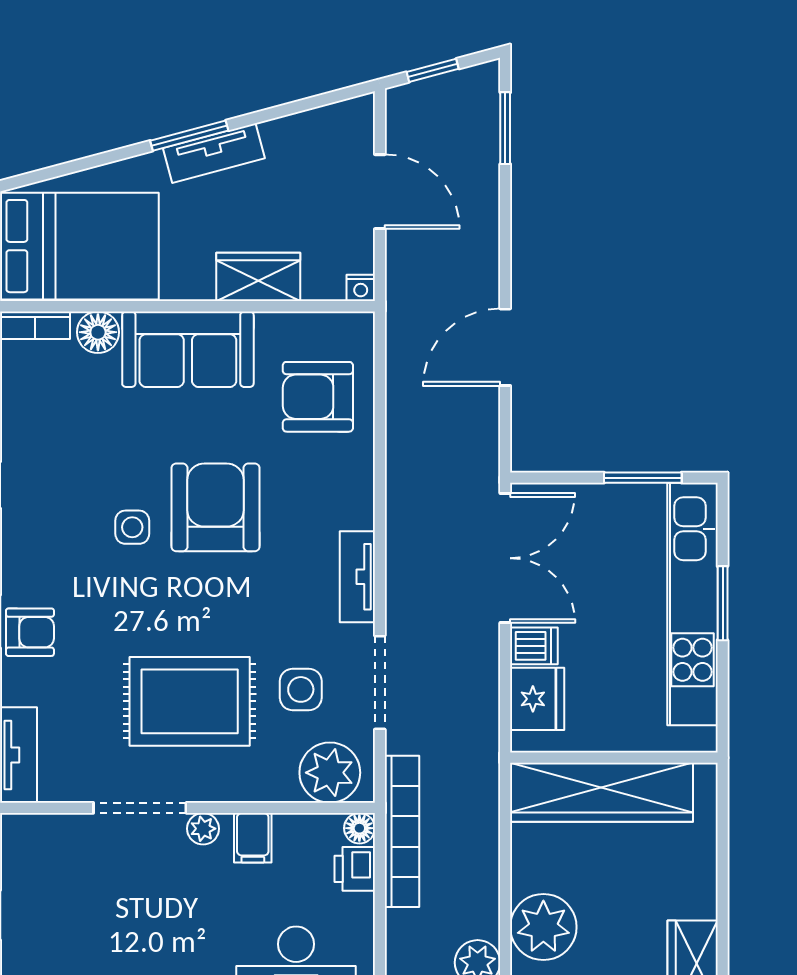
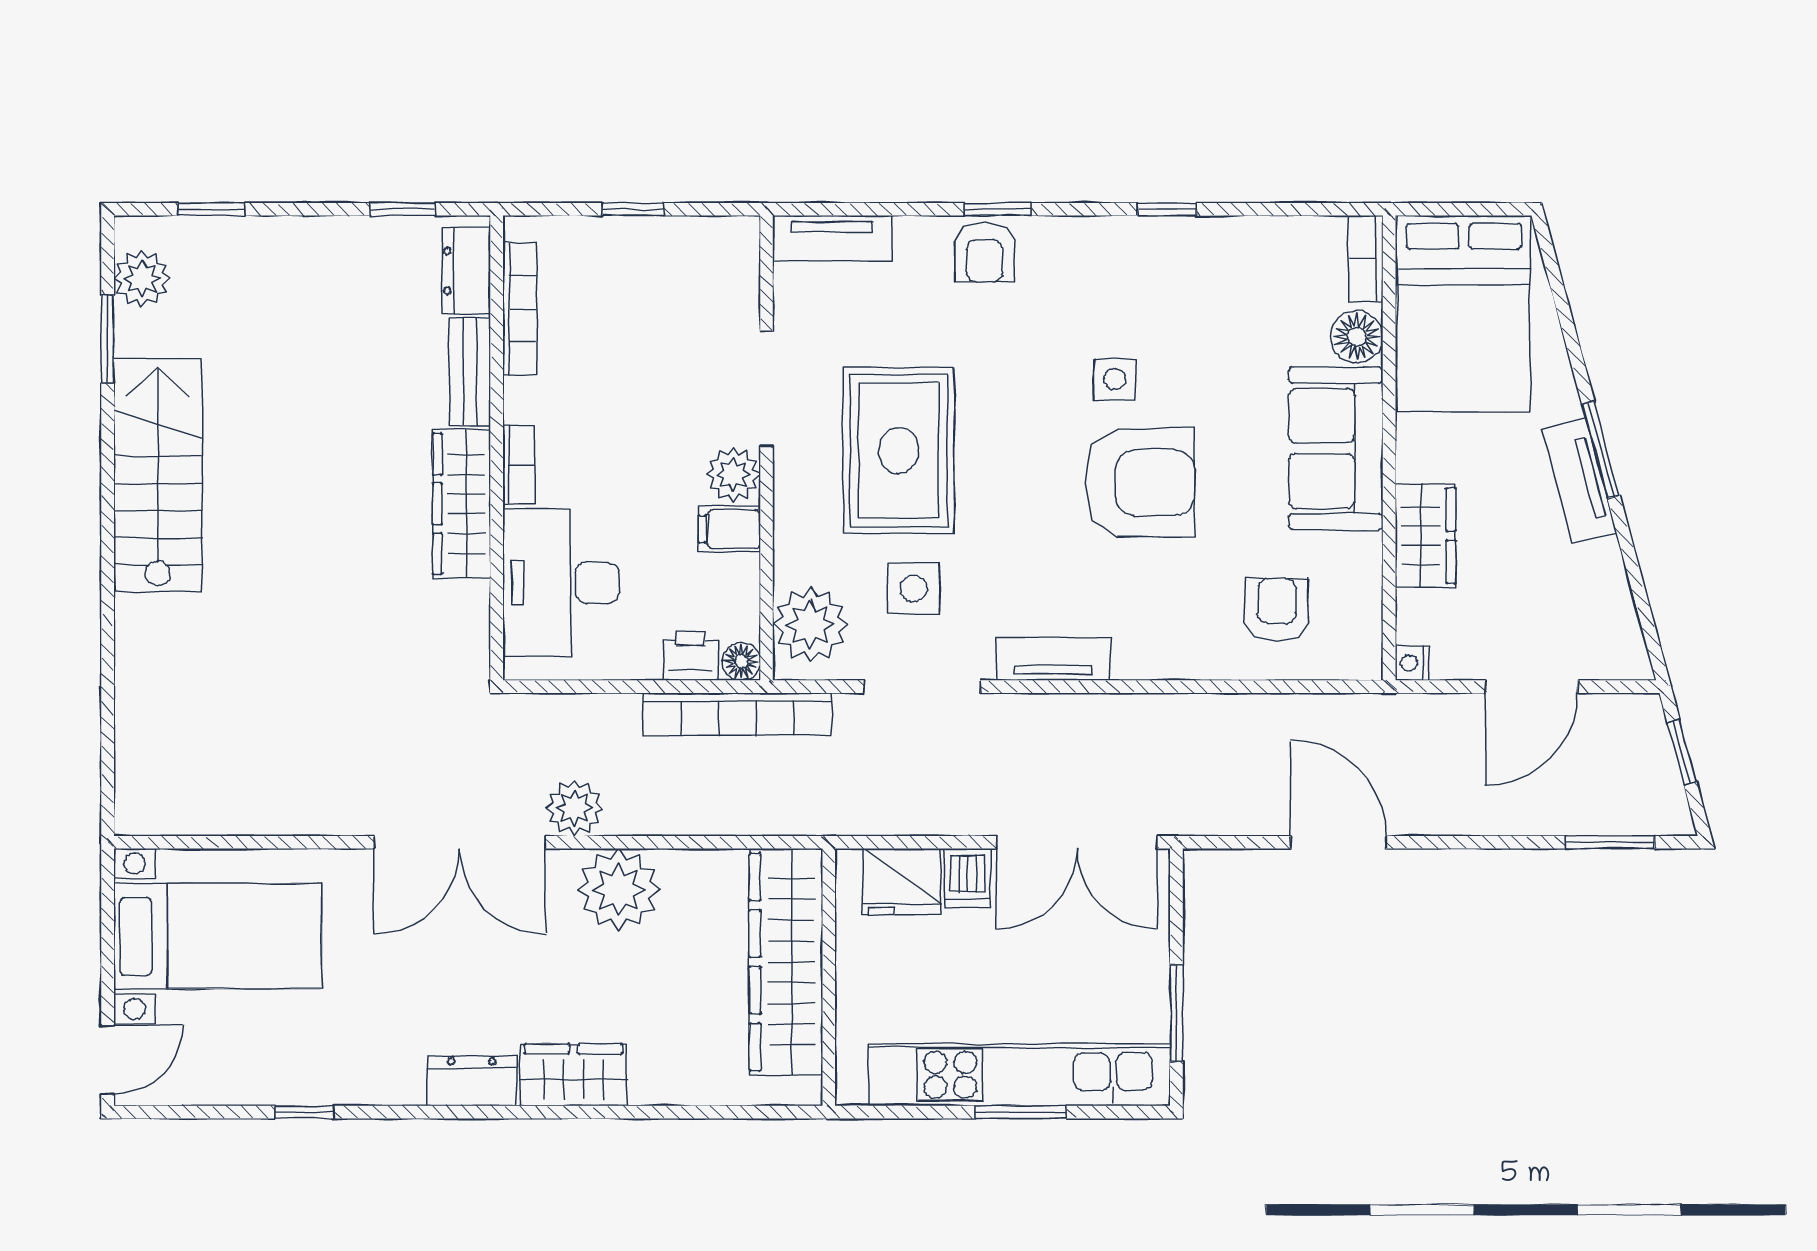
armchair: (318, 397) -> (1277, 610), width x0.72, depth x0.72
plant: (203, 829) -> (733, 475), width x1.38, depth x1.38

